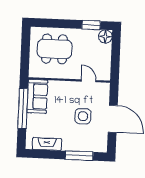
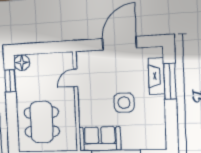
side table: (83, 116) -> (124, 103), moved
fireplace: (47, 144) -> (156, 76), moved

